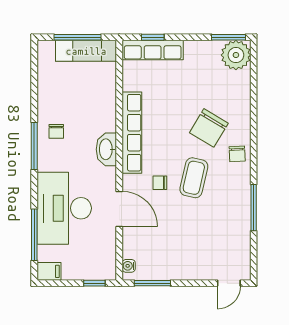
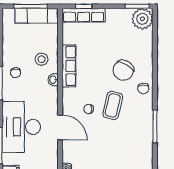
stool: (93, 112) -> (41, 59), added
row of seats: (132, 133) -> (69, 66), width x0.73
washbasin: (106, 149) -> (53, 80), width x0.52, depth x0.69

